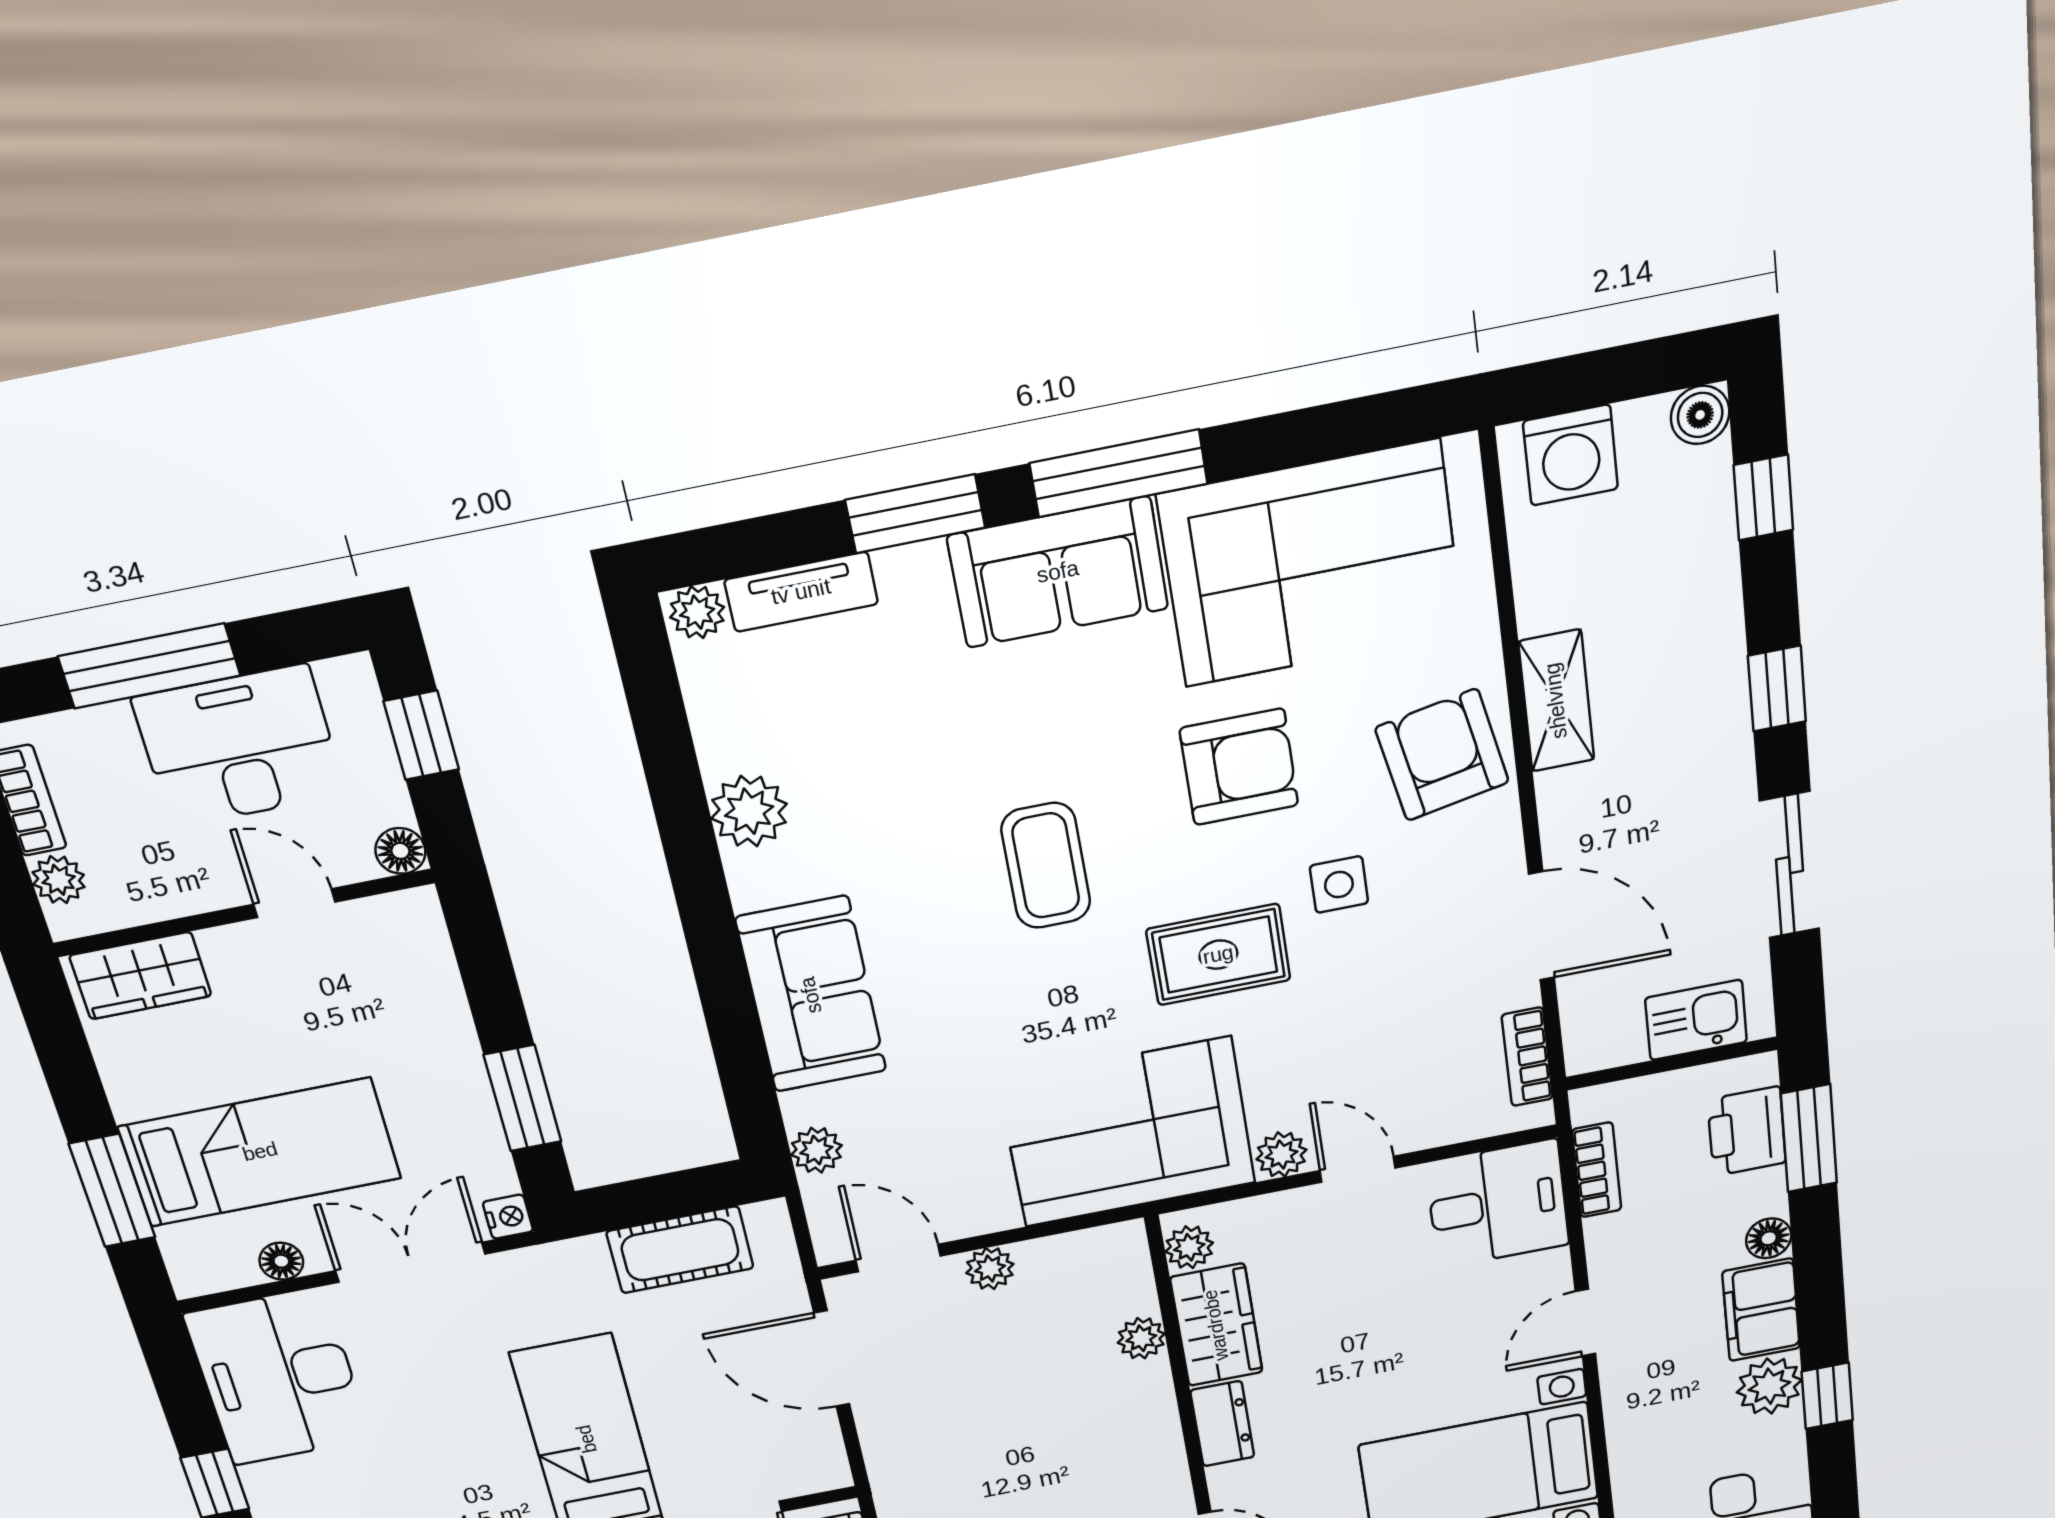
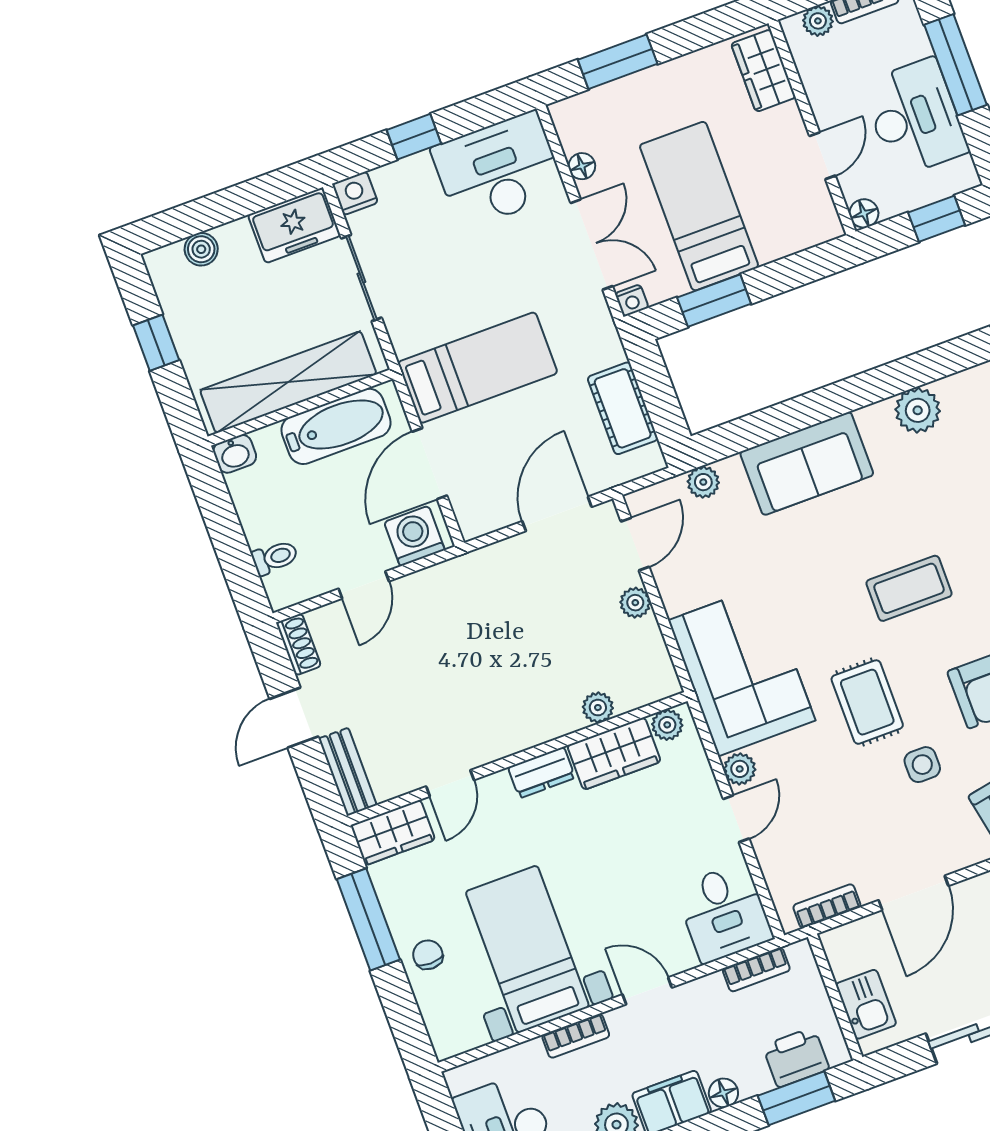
bed: (260, 1152) -> (699, 206), moved, turned 180
bookcase: (1624, 1424) -> (576, 1036), added

